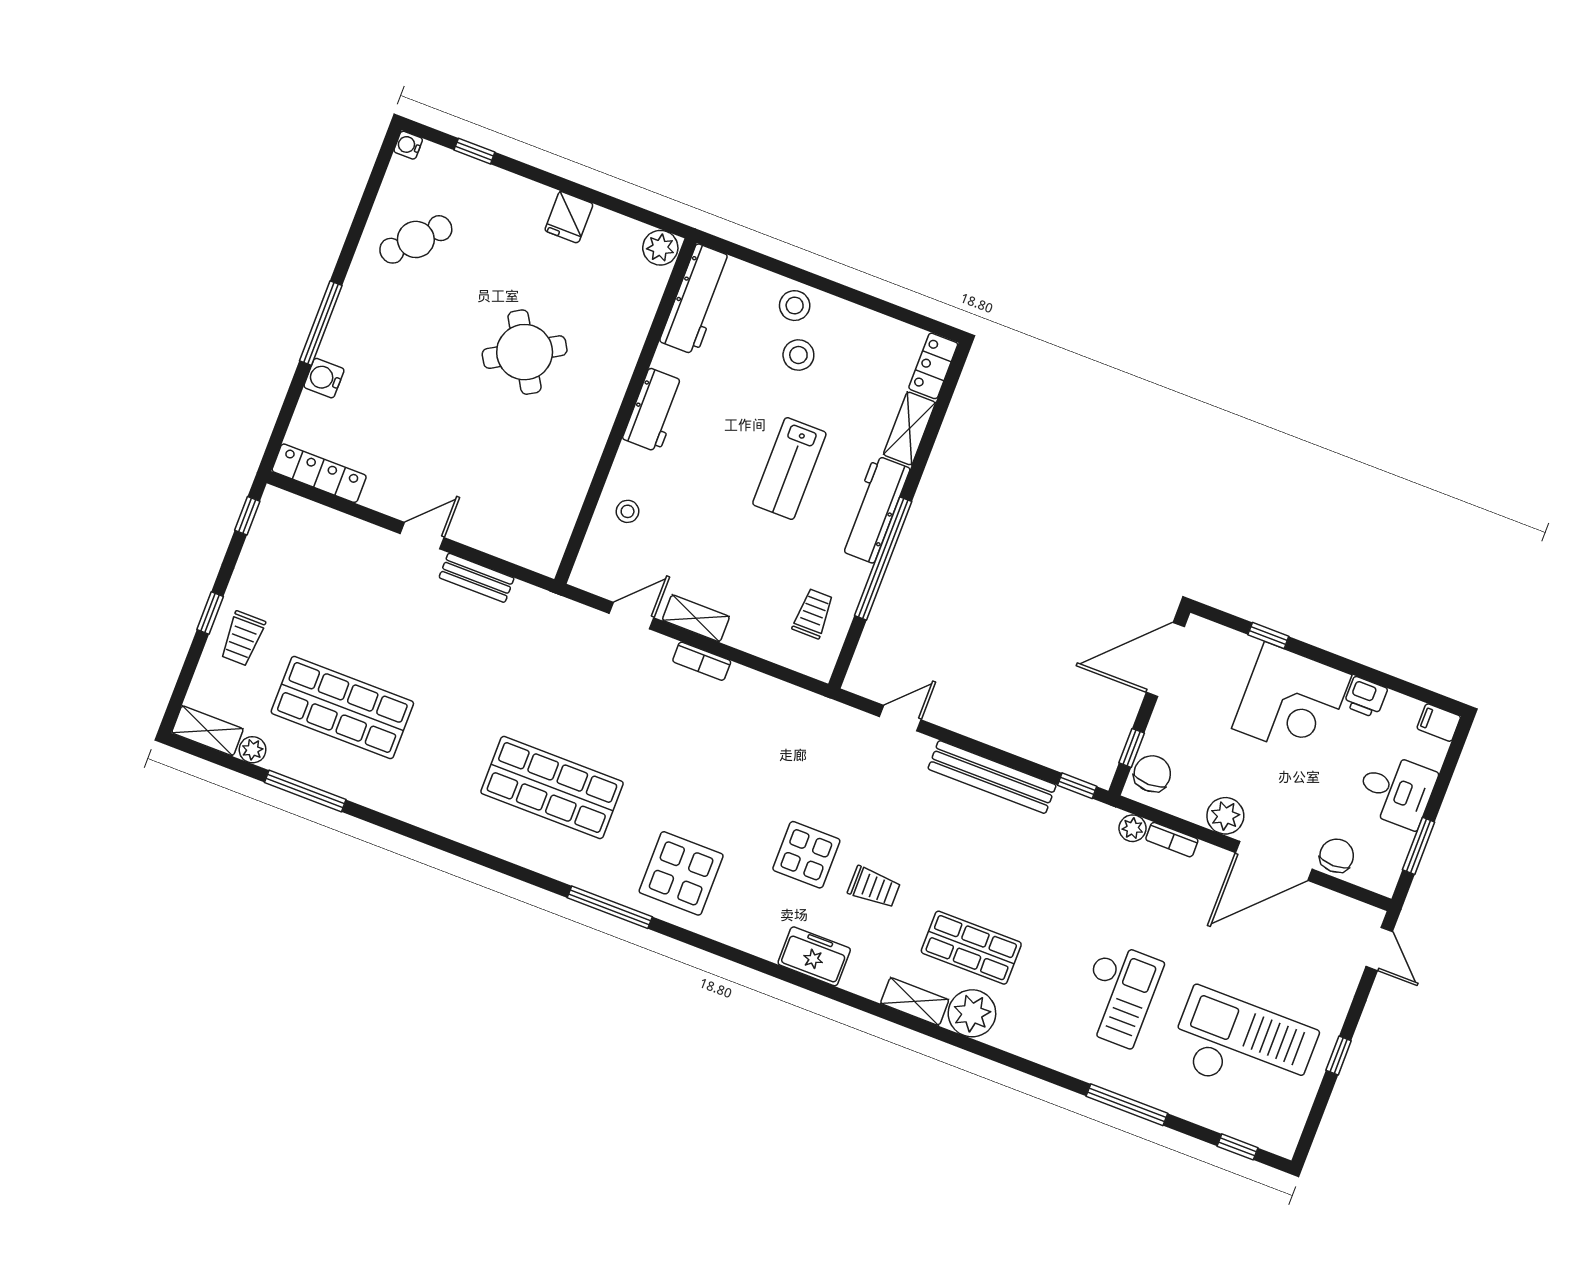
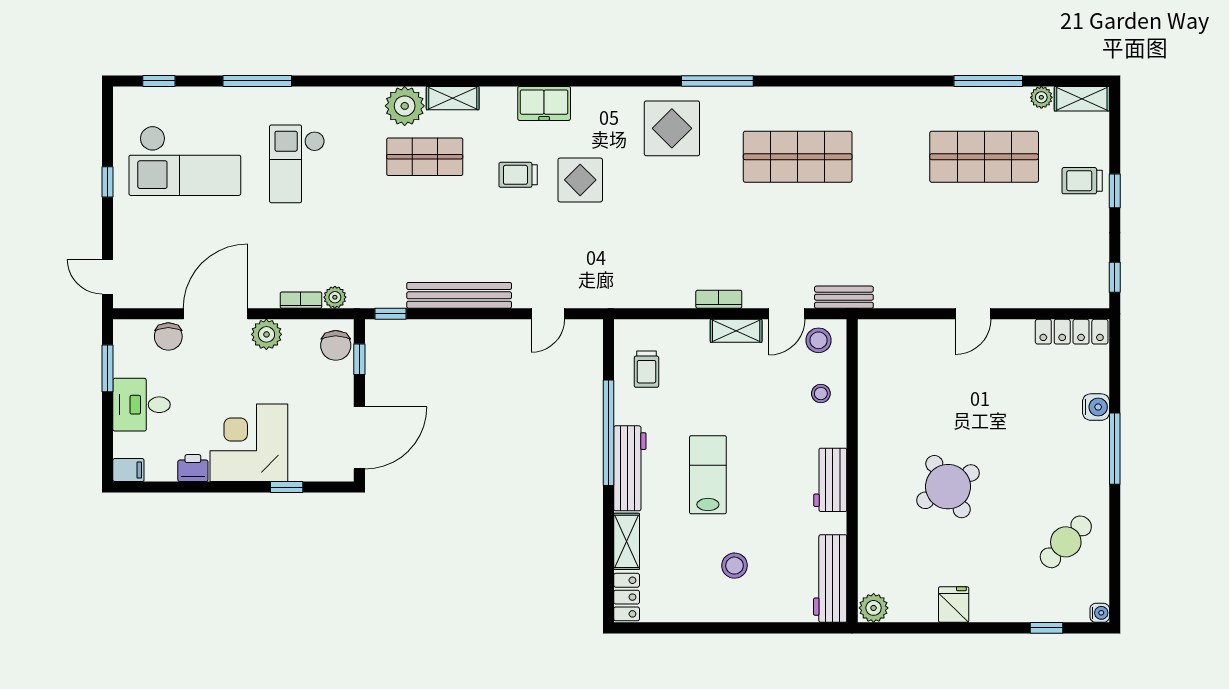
stool: (795, 306) -> (818, 340), moved
bench: (477, 578) -> (844, 297), moved
trolley: (242, 638) -> (1082, 181), turned -90

